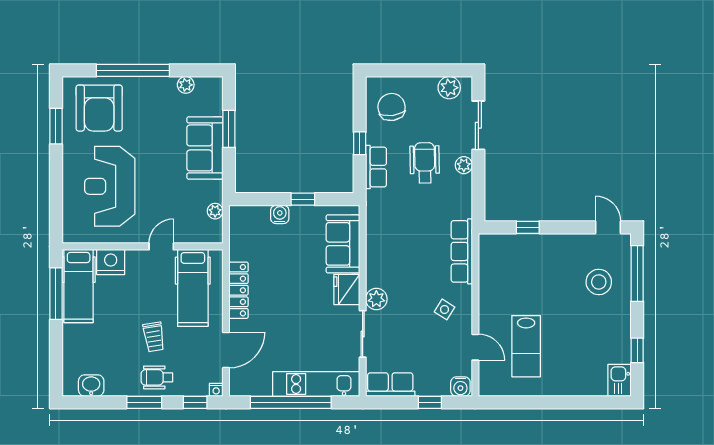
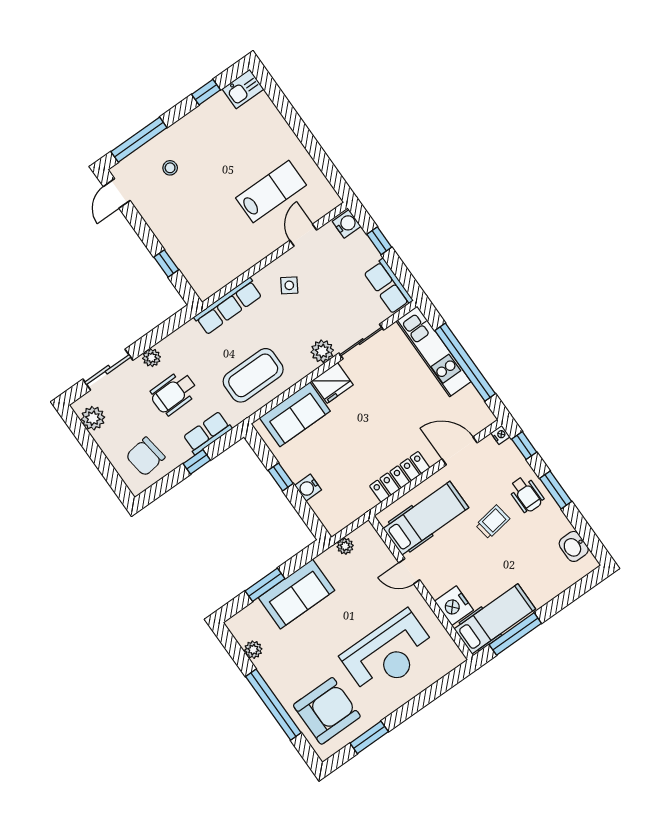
coffee table: (395, 233) -> (253, 375), added
stool: (599, 282) -> (170, 168), width x0.53, depth x0.53

